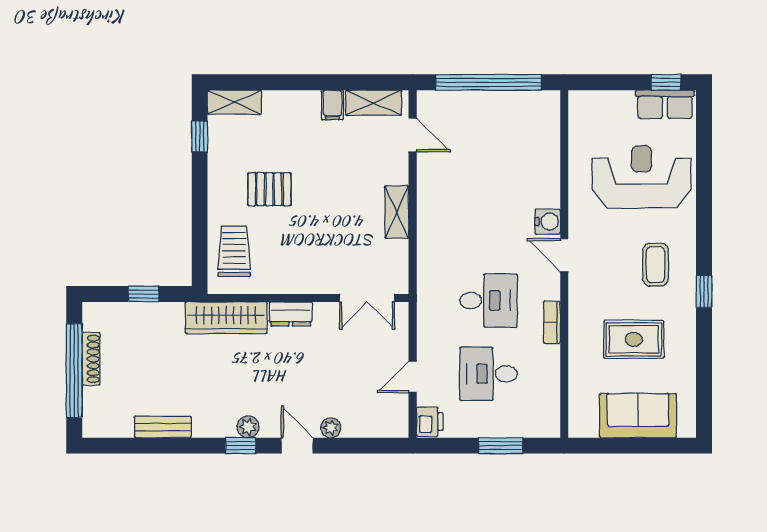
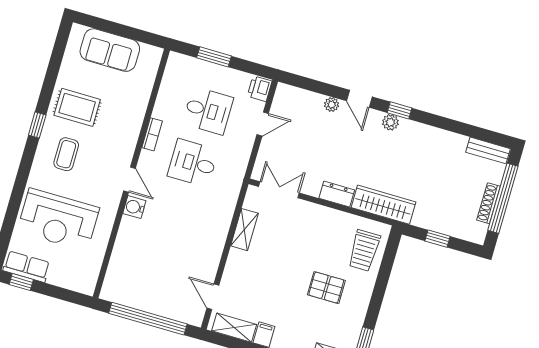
shelving: (397, 212) -> (244, 230), moved
rug: (634, 339) -> (77, 107), moved
bench: (163, 427) -> (488, 150), moved

